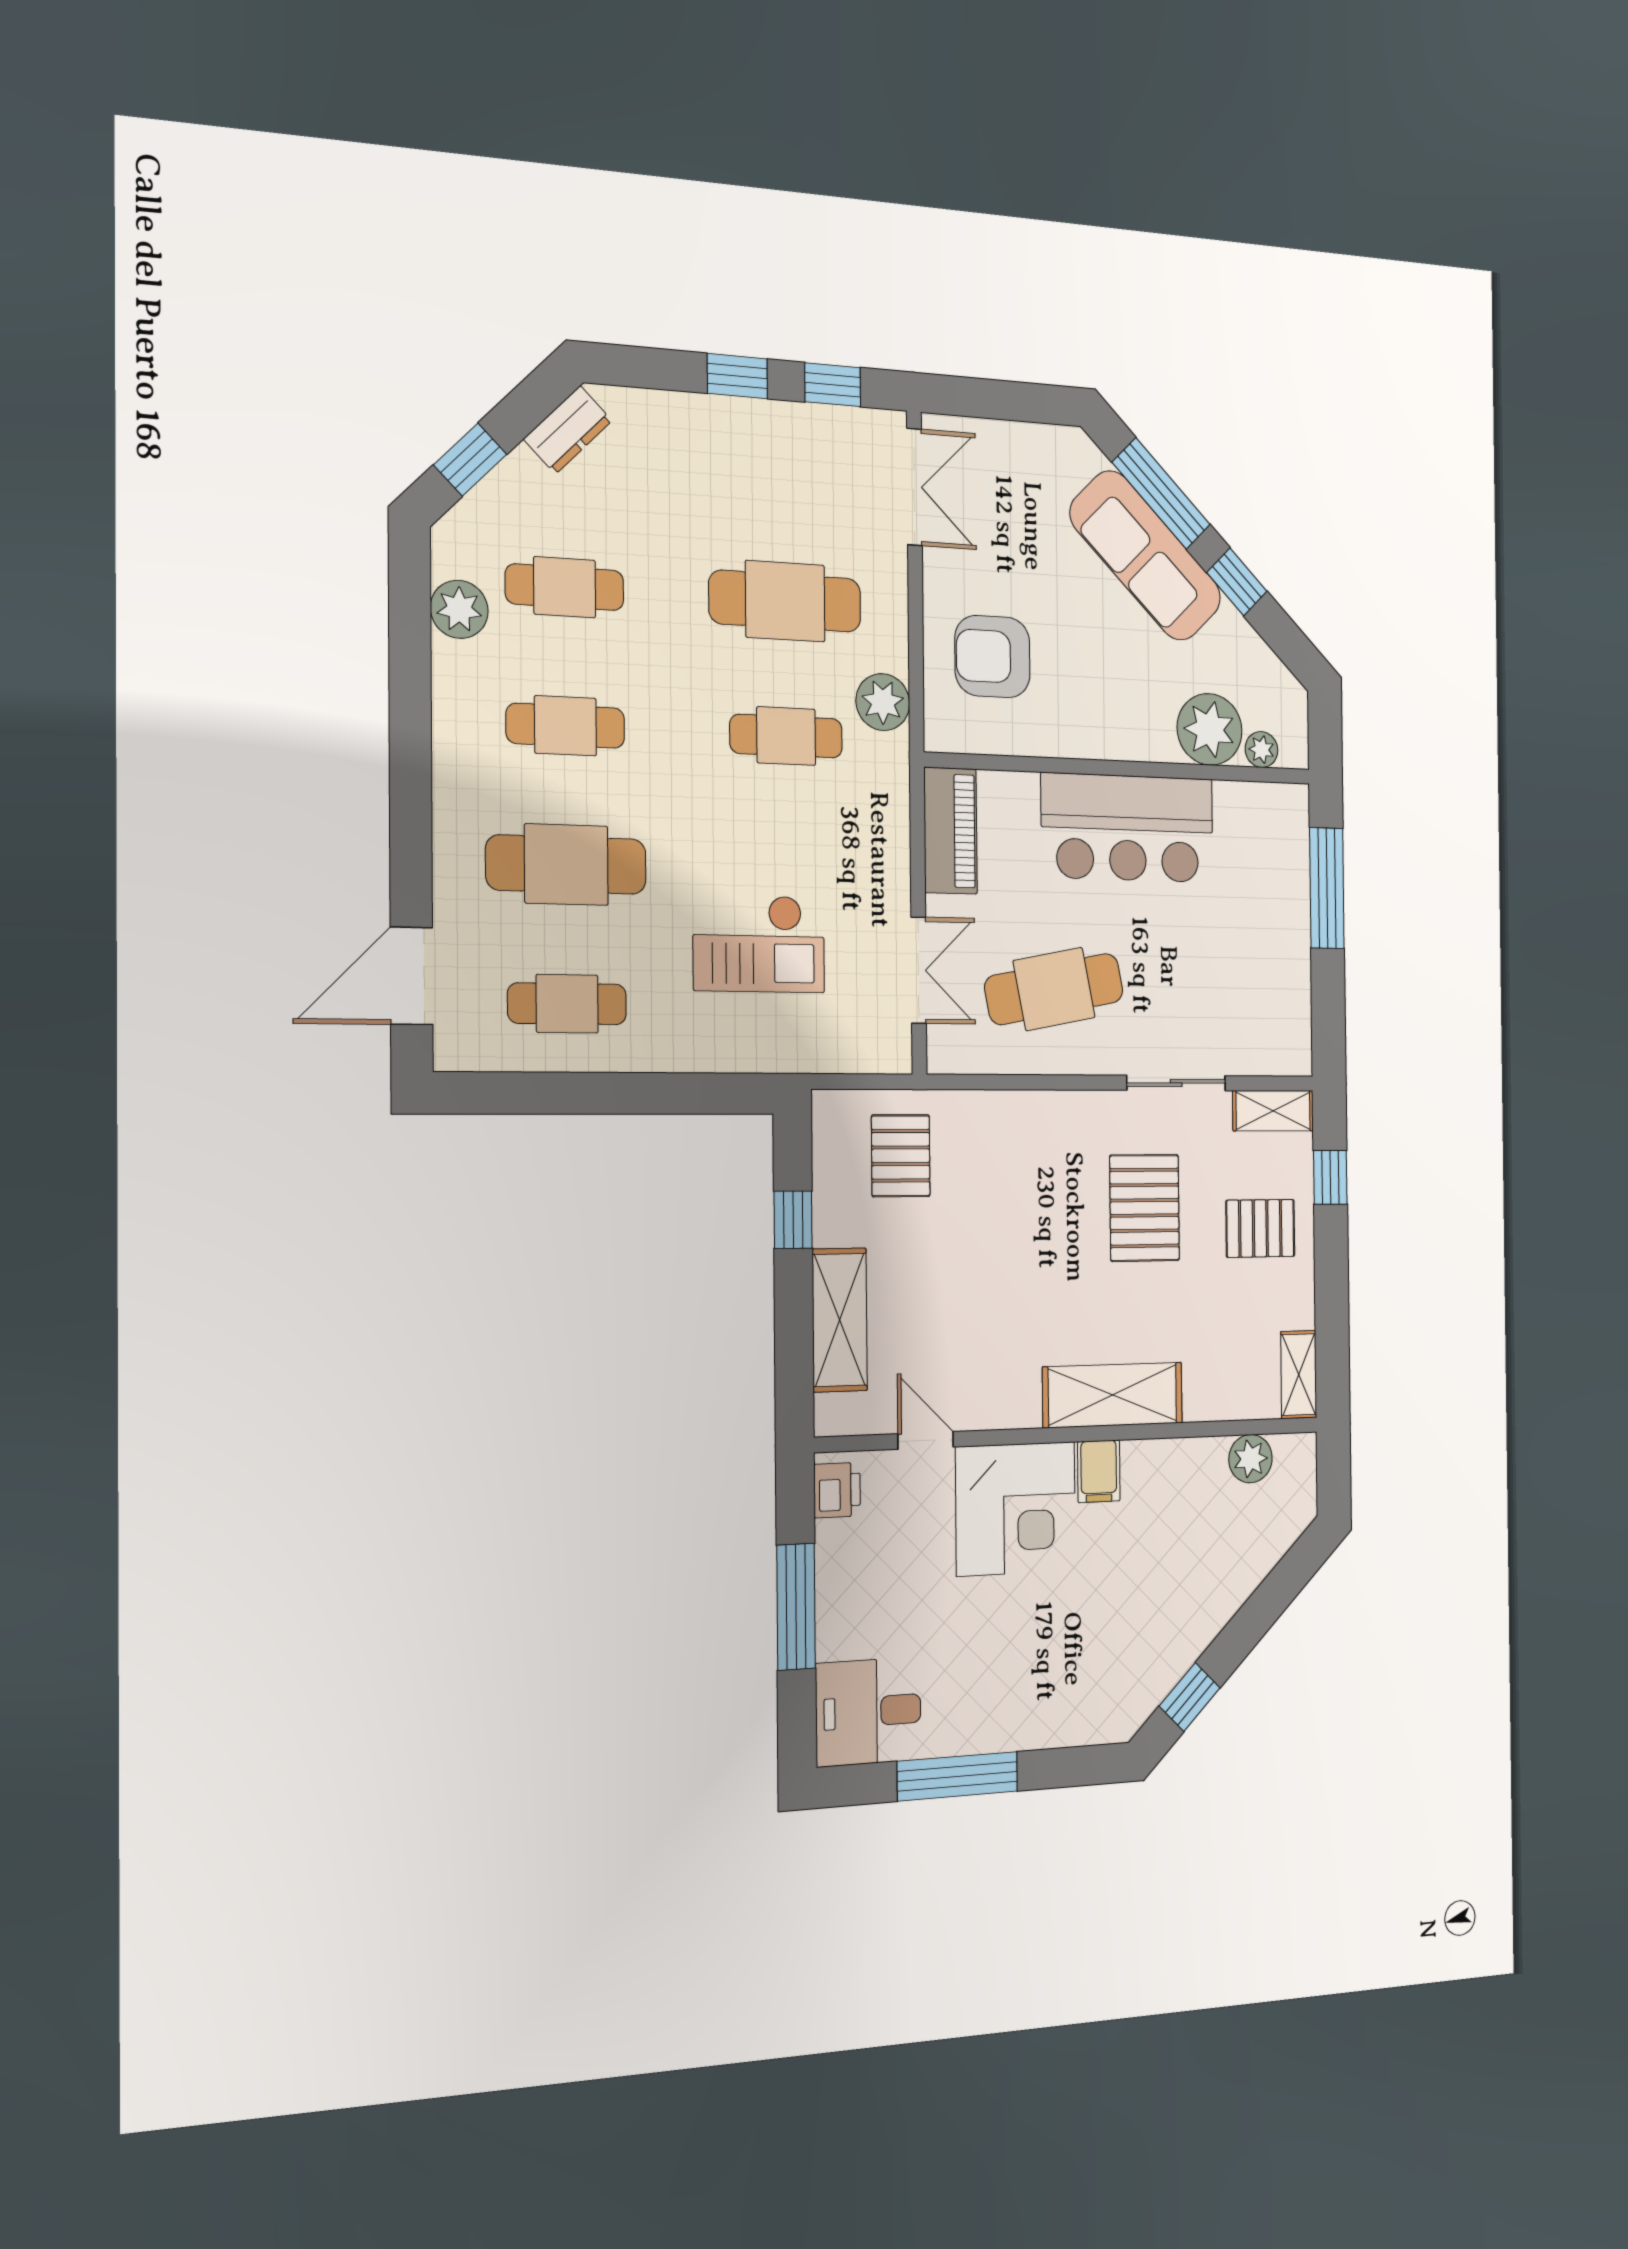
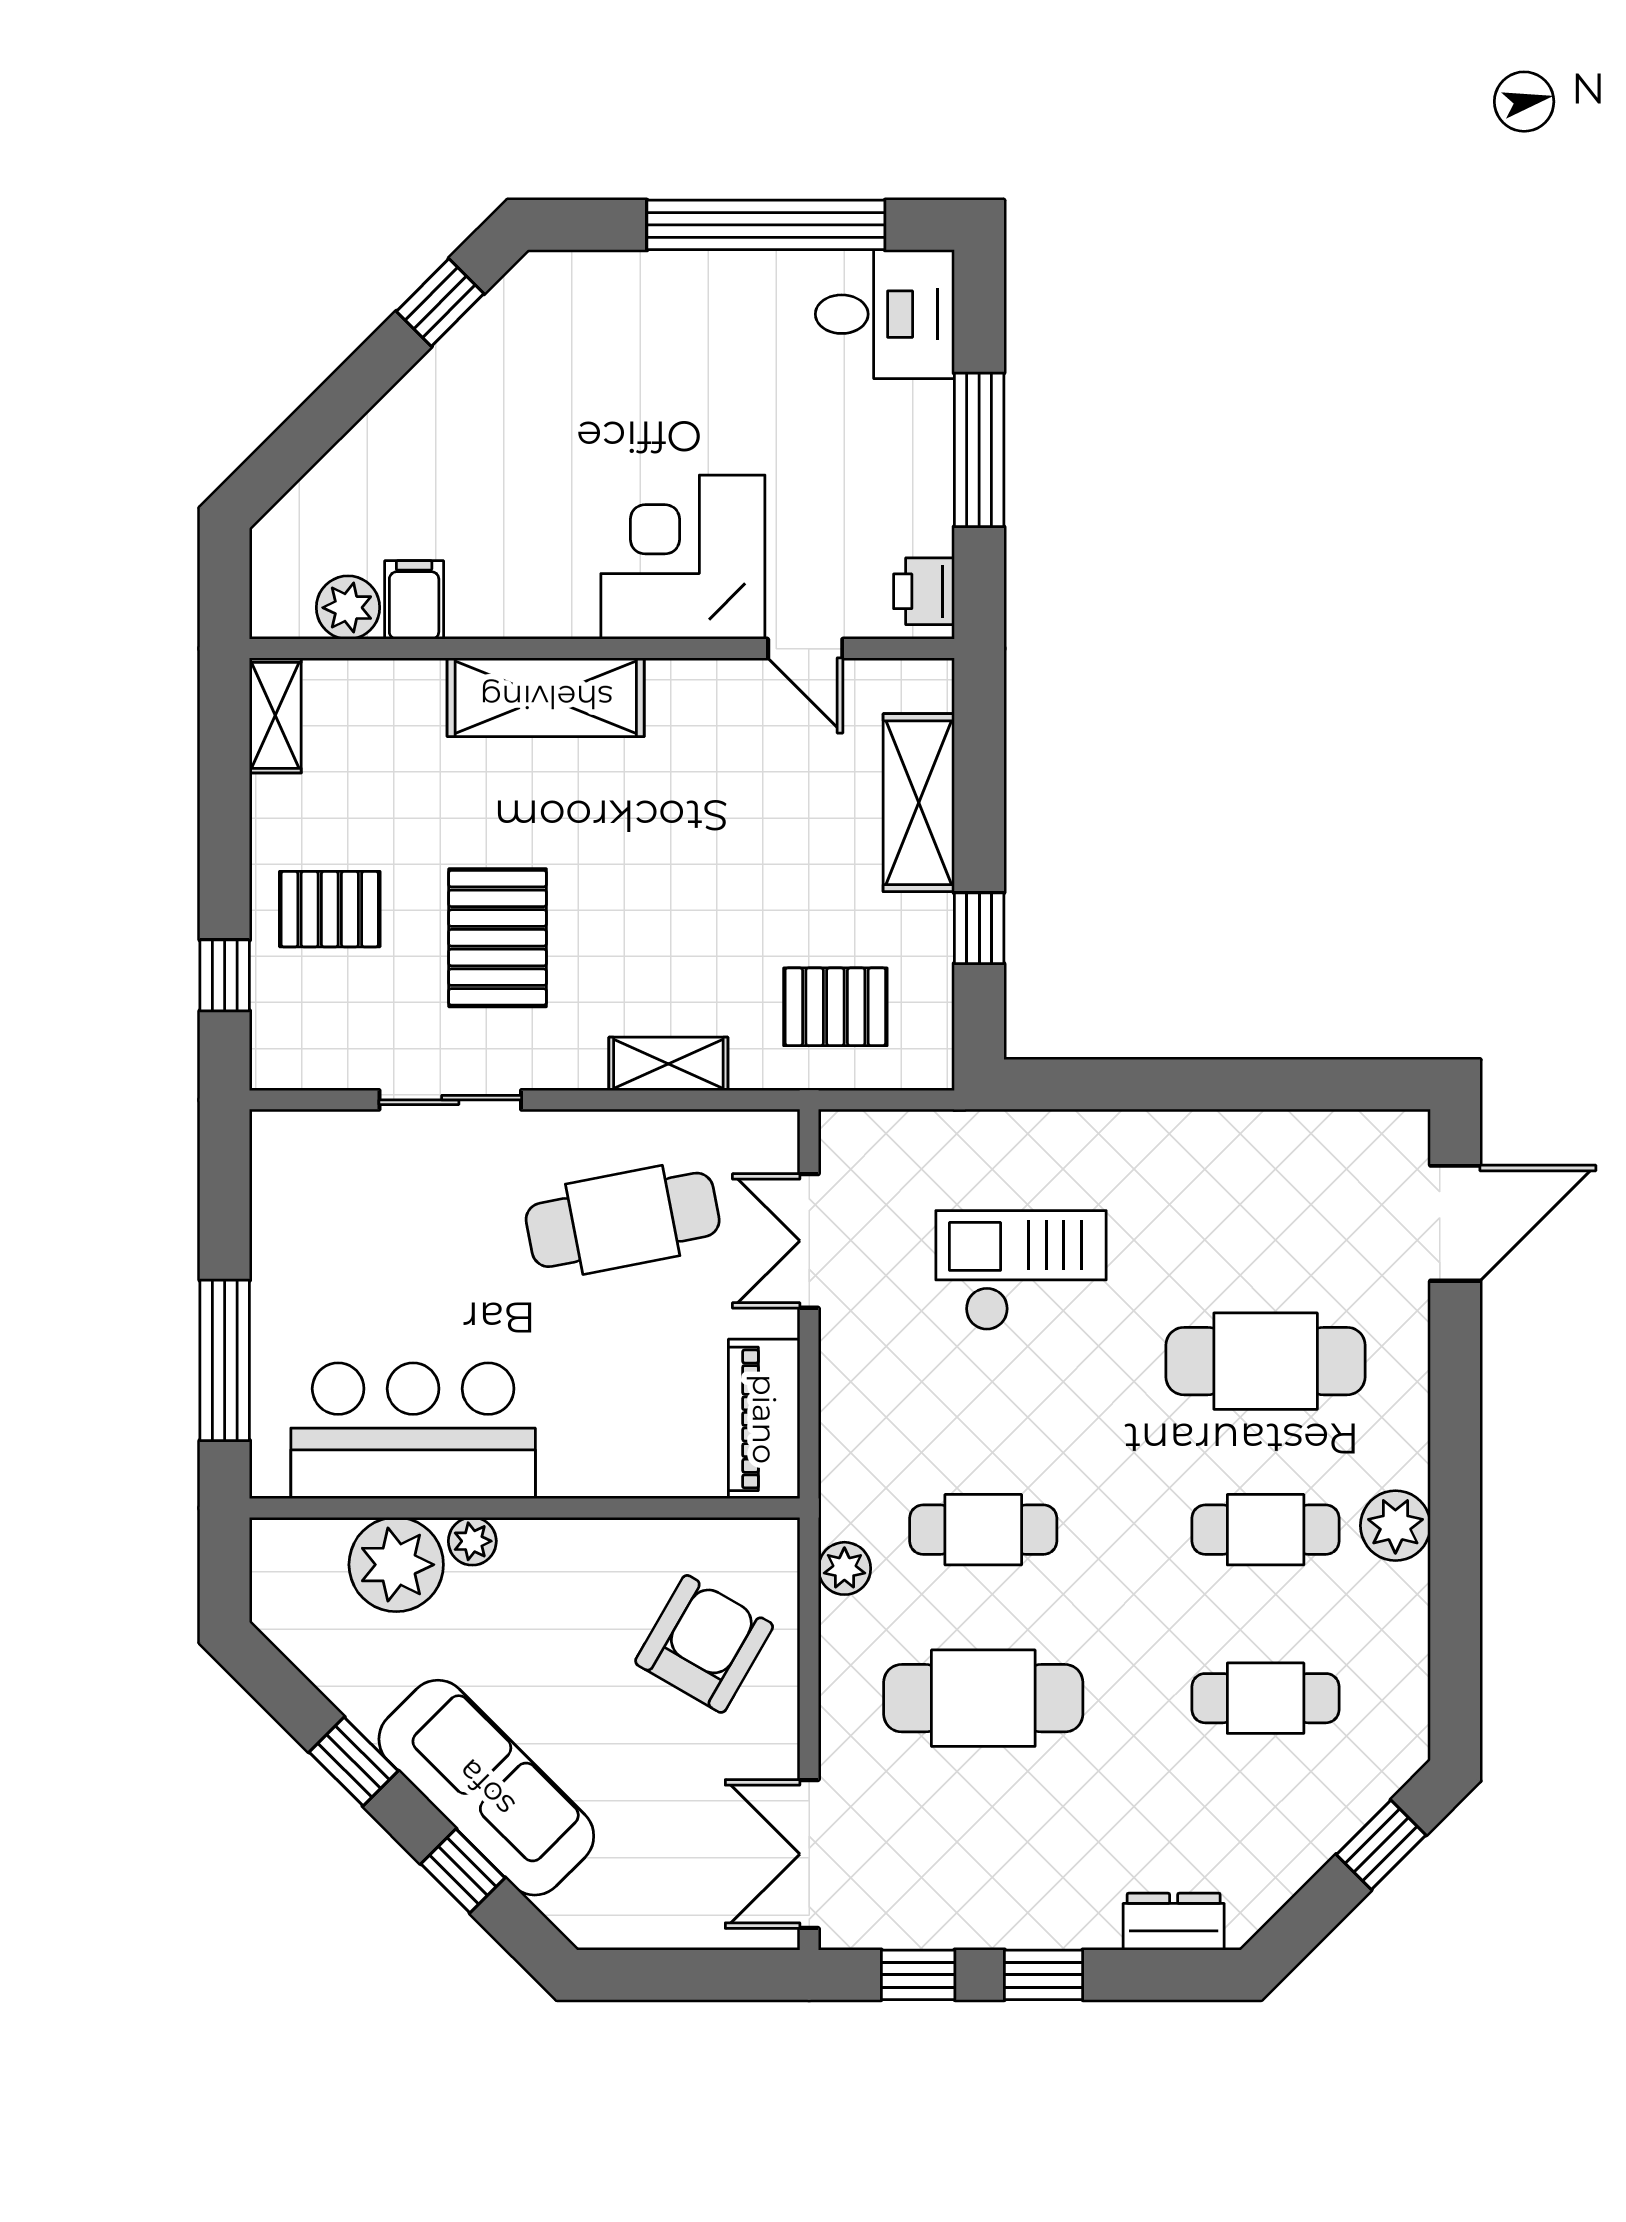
dresser: (568, 430) -> (1174, 1922), moved, turned 45
window: (1161, 493) -> (463, 1871), width x0.46
plant: (459, 609) -> (1395, 1526), moved
armchair: (992, 657) -> (704, 1644), turned -60
plant: (883, 702) -> (844, 1568), width x0.73, depth x0.73
plant: (1261, 750) -> (472, 1541), moved
bar counter: (1128, 828) -> (413, 1431), moved
cafe table: (567, 1004) -> (1266, 1193), removed
shelving: (1273, 1111) -> (668, 1064), moved
pallet: (901, 1156) -> (835, 1007), turned 90
filing cabinet: (1099, 1471) -> (414, 600), moved
window: (958, 1776) -> (766, 225), width x1.46

